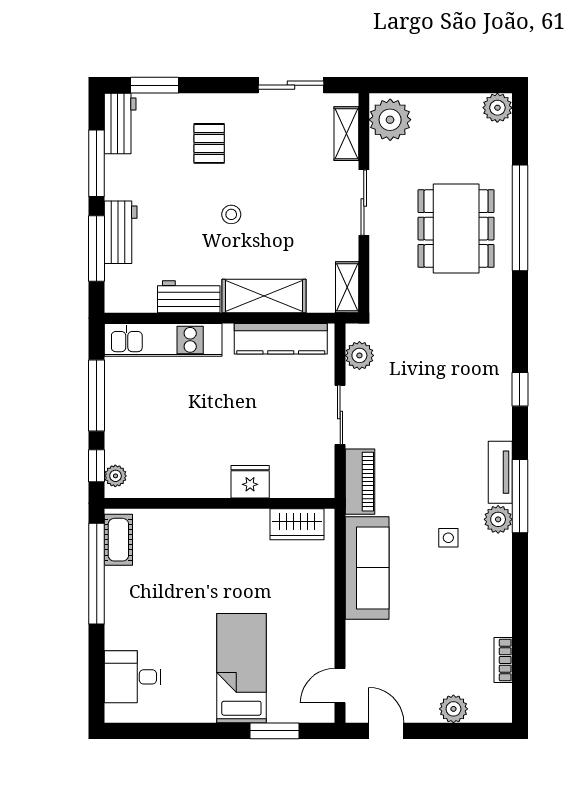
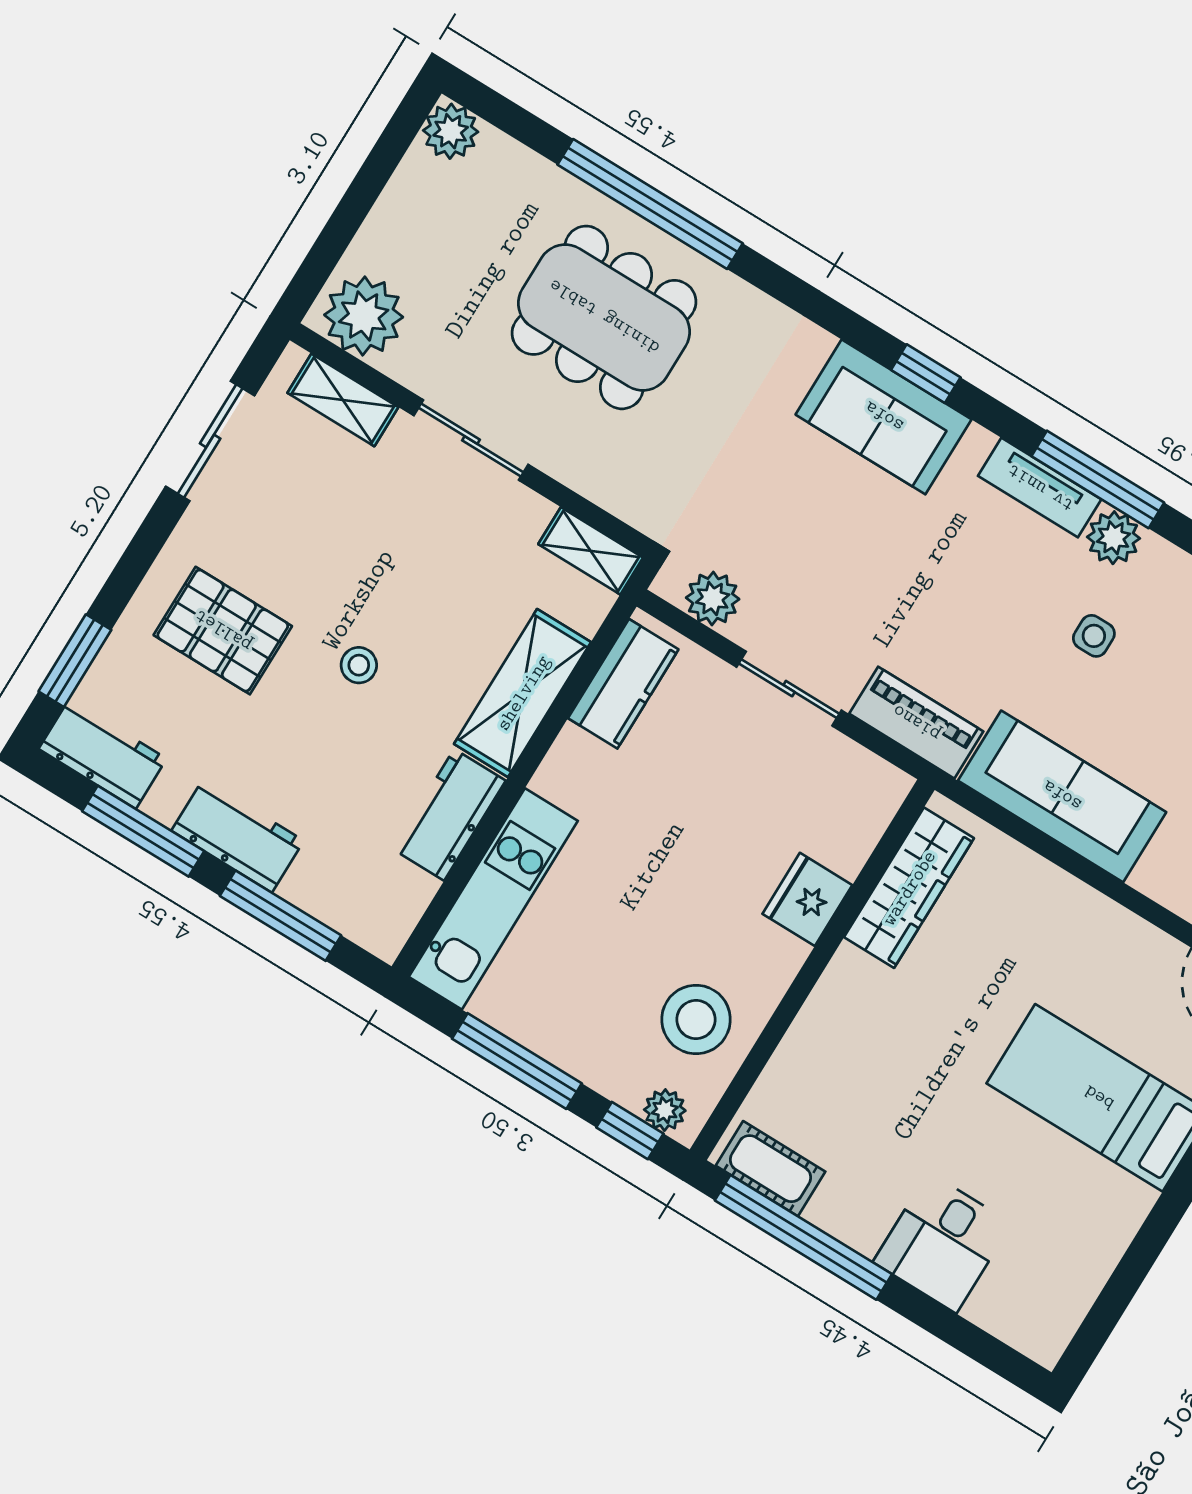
pallet: (209, 143) -> (223, 631), width x1.50, depth x1.42
workbench: (121, 232) -> (238, 836), moved
kitchen counter: (281, 339) -> (623, 684), width x0.67
sofa: (489, 382) -> (884, 417), added
stool: (165, 465) -> (696, 1020), added
wardrobe: (297, 524) -> (909, 888), width x1.50
desk: (133, 677) -> (942, 1243), moved

